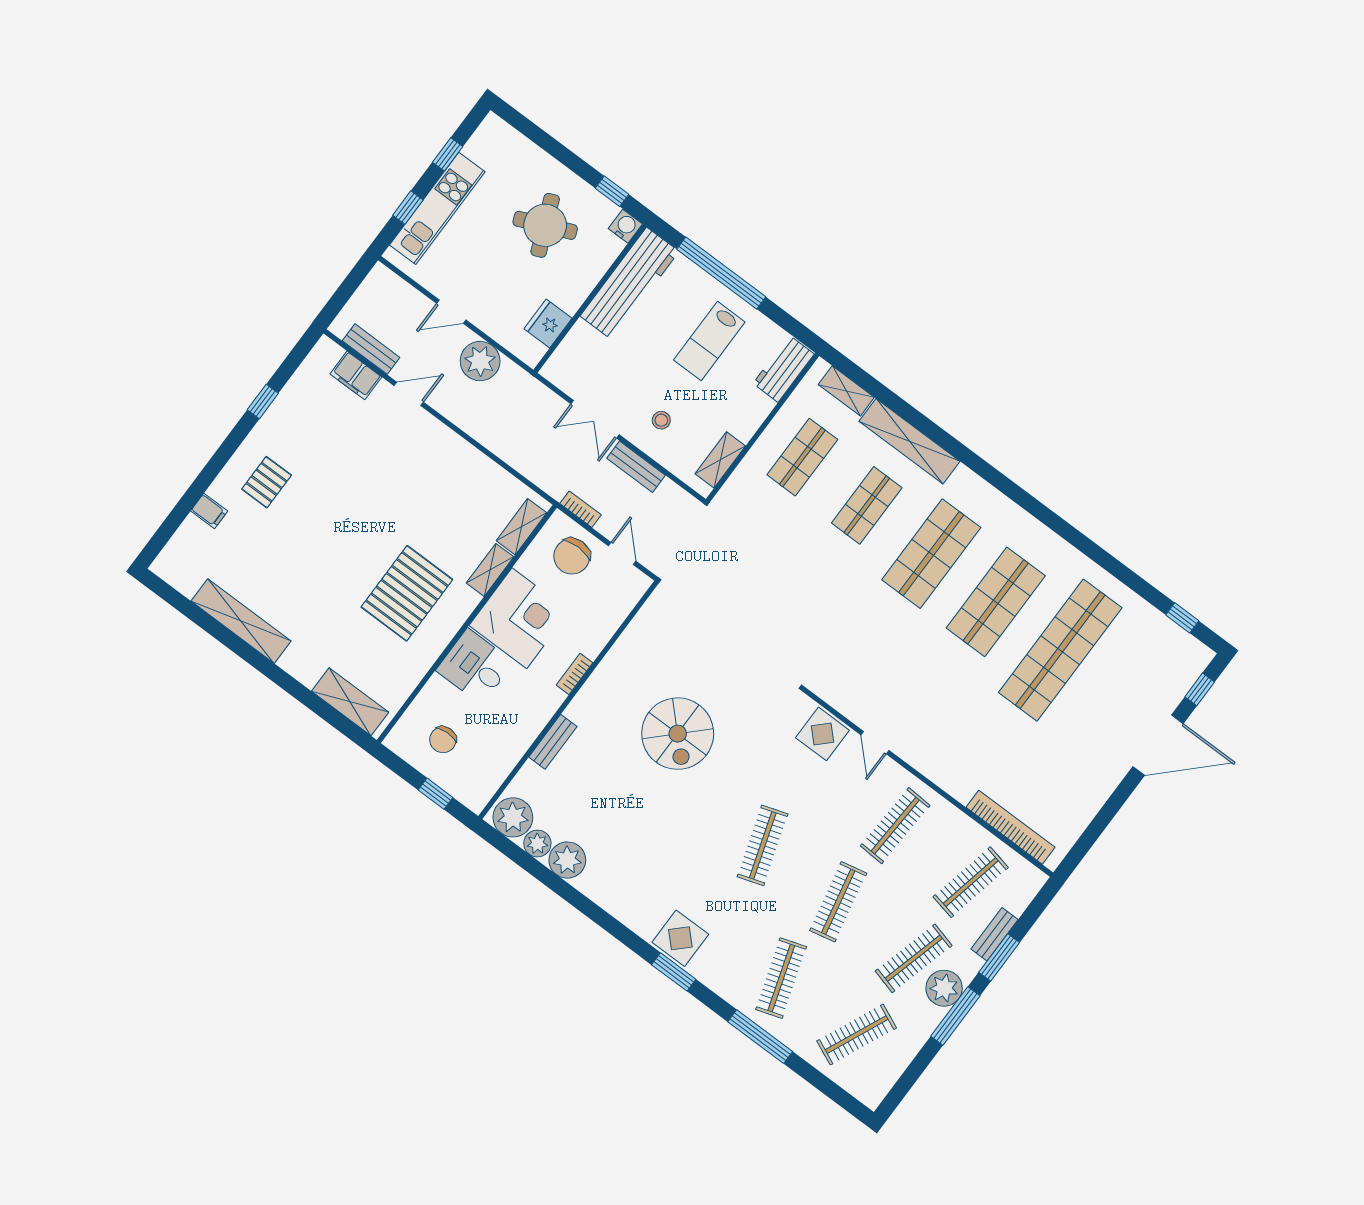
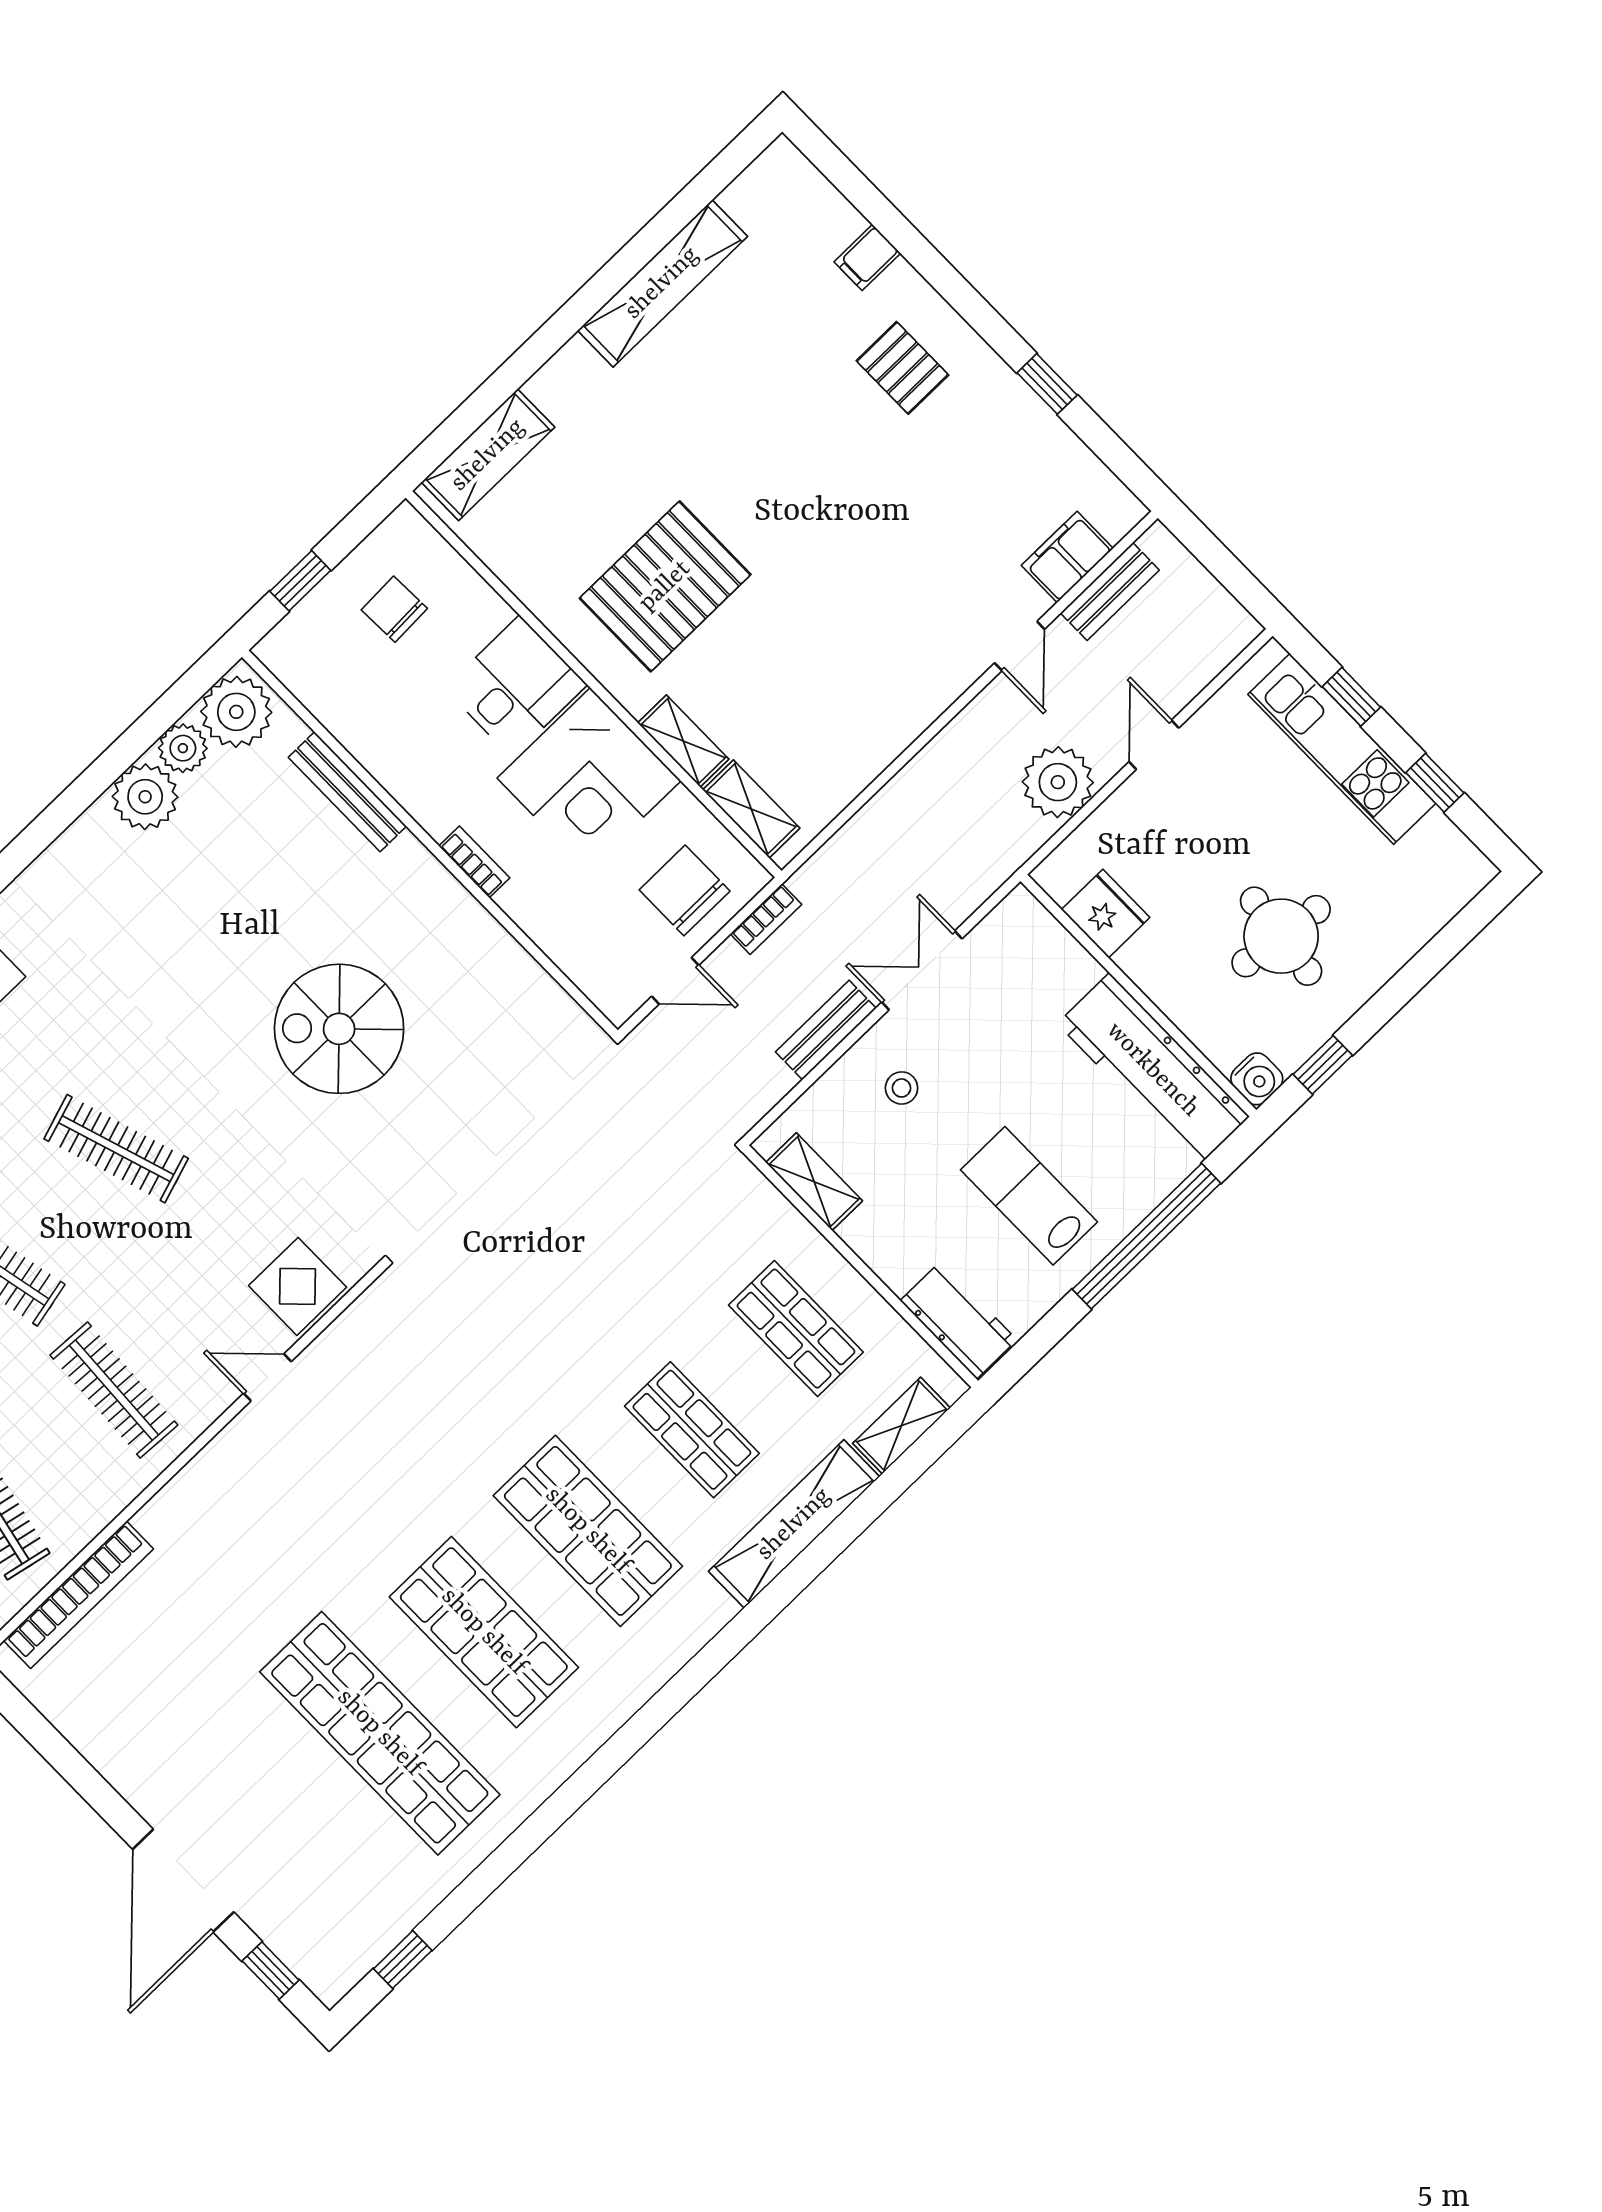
round table: (545, 225) -> (1281, 936), turned 30
pallet: (407, 593) -> (665, 586), turned 90
bench: (553, 742) -> (347, 792), width x1.36

